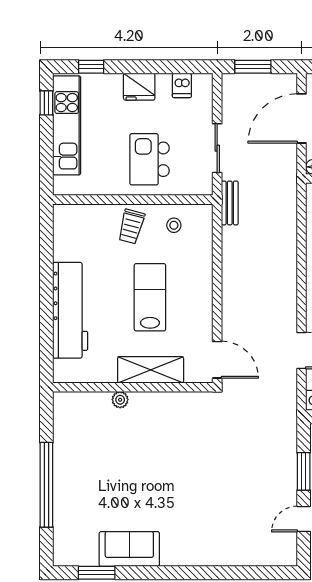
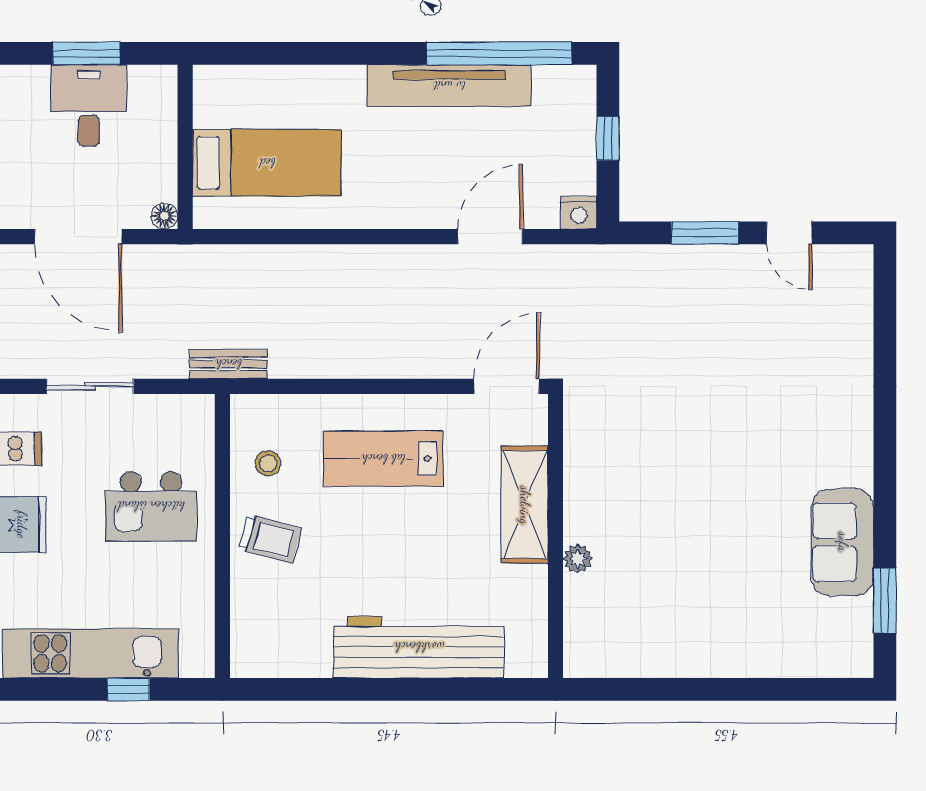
window: (46, 103) -> (128, 689), moved
sliding door: (217, 148) -> (90, 386), moved
lab bench: (150, 297) -> (383, 459), moved
window: (46, 485) -> (729, 689), removed

